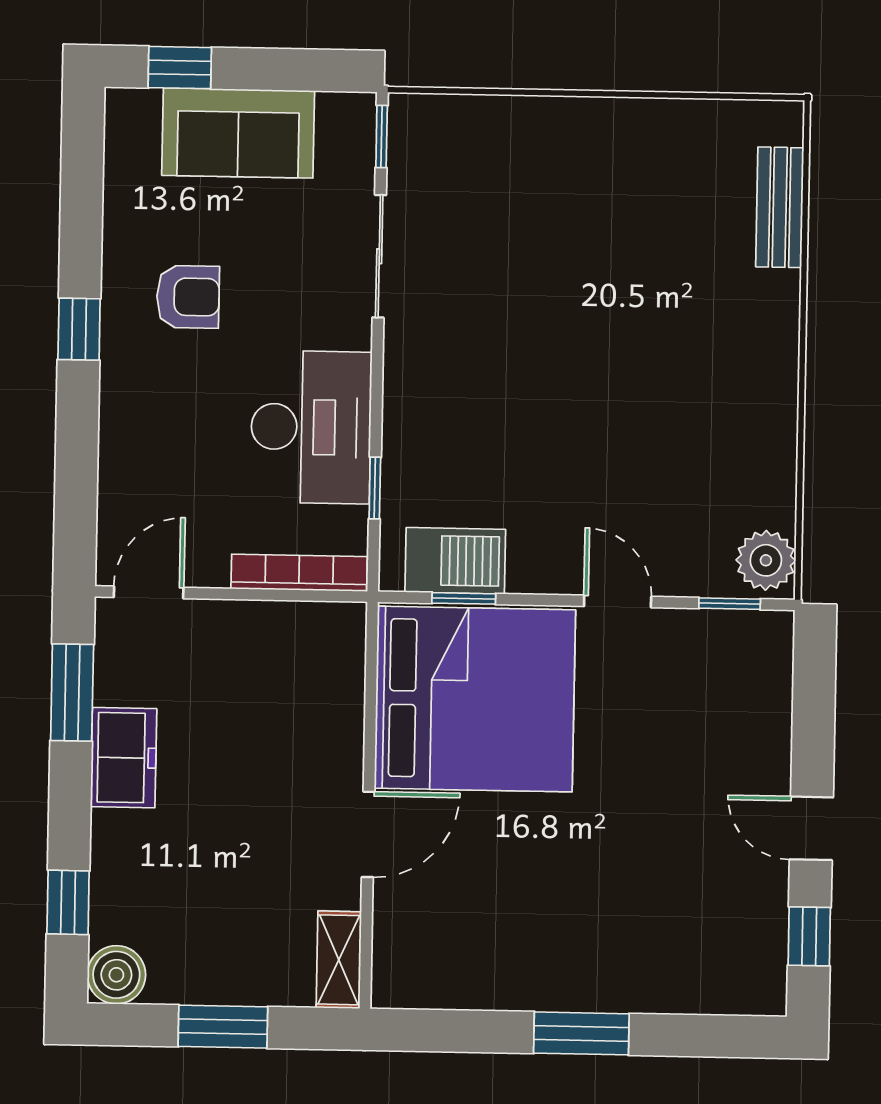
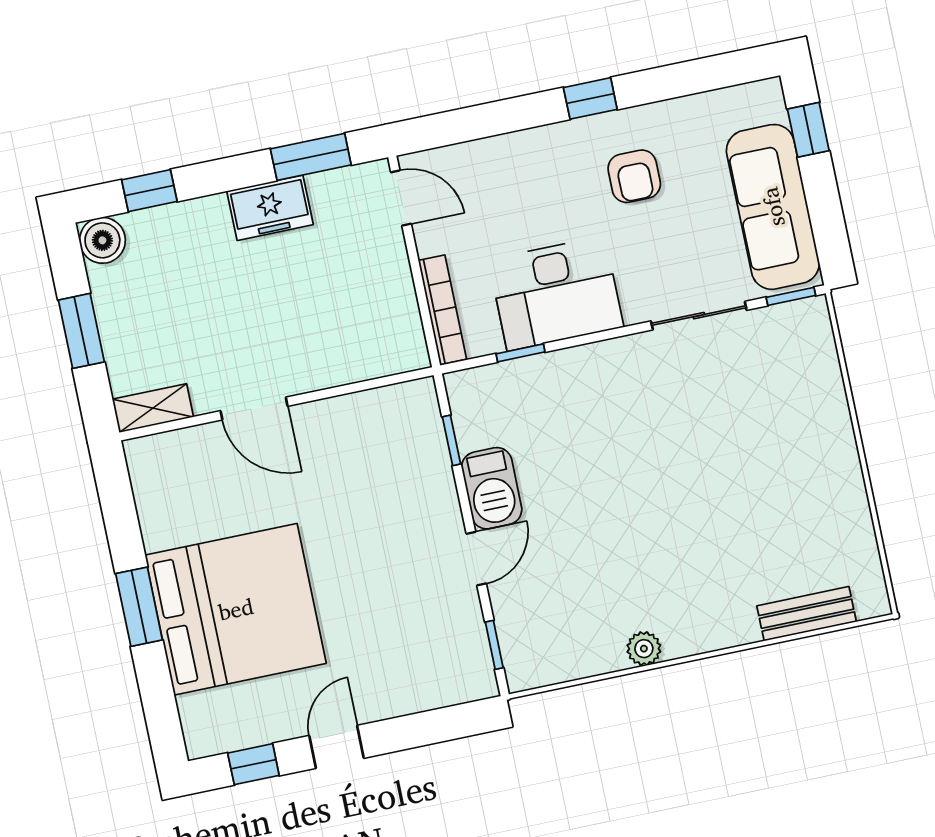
sofa: (238, 133) -> (773, 207), width x1.36
plant: (766, 560) -> (644, 649), moved, width x0.73, depth x0.73
barbecue: (455, 561) -> (492, 488), moved
bed: (475, 699) -> (236, 609), moved, turned -90

